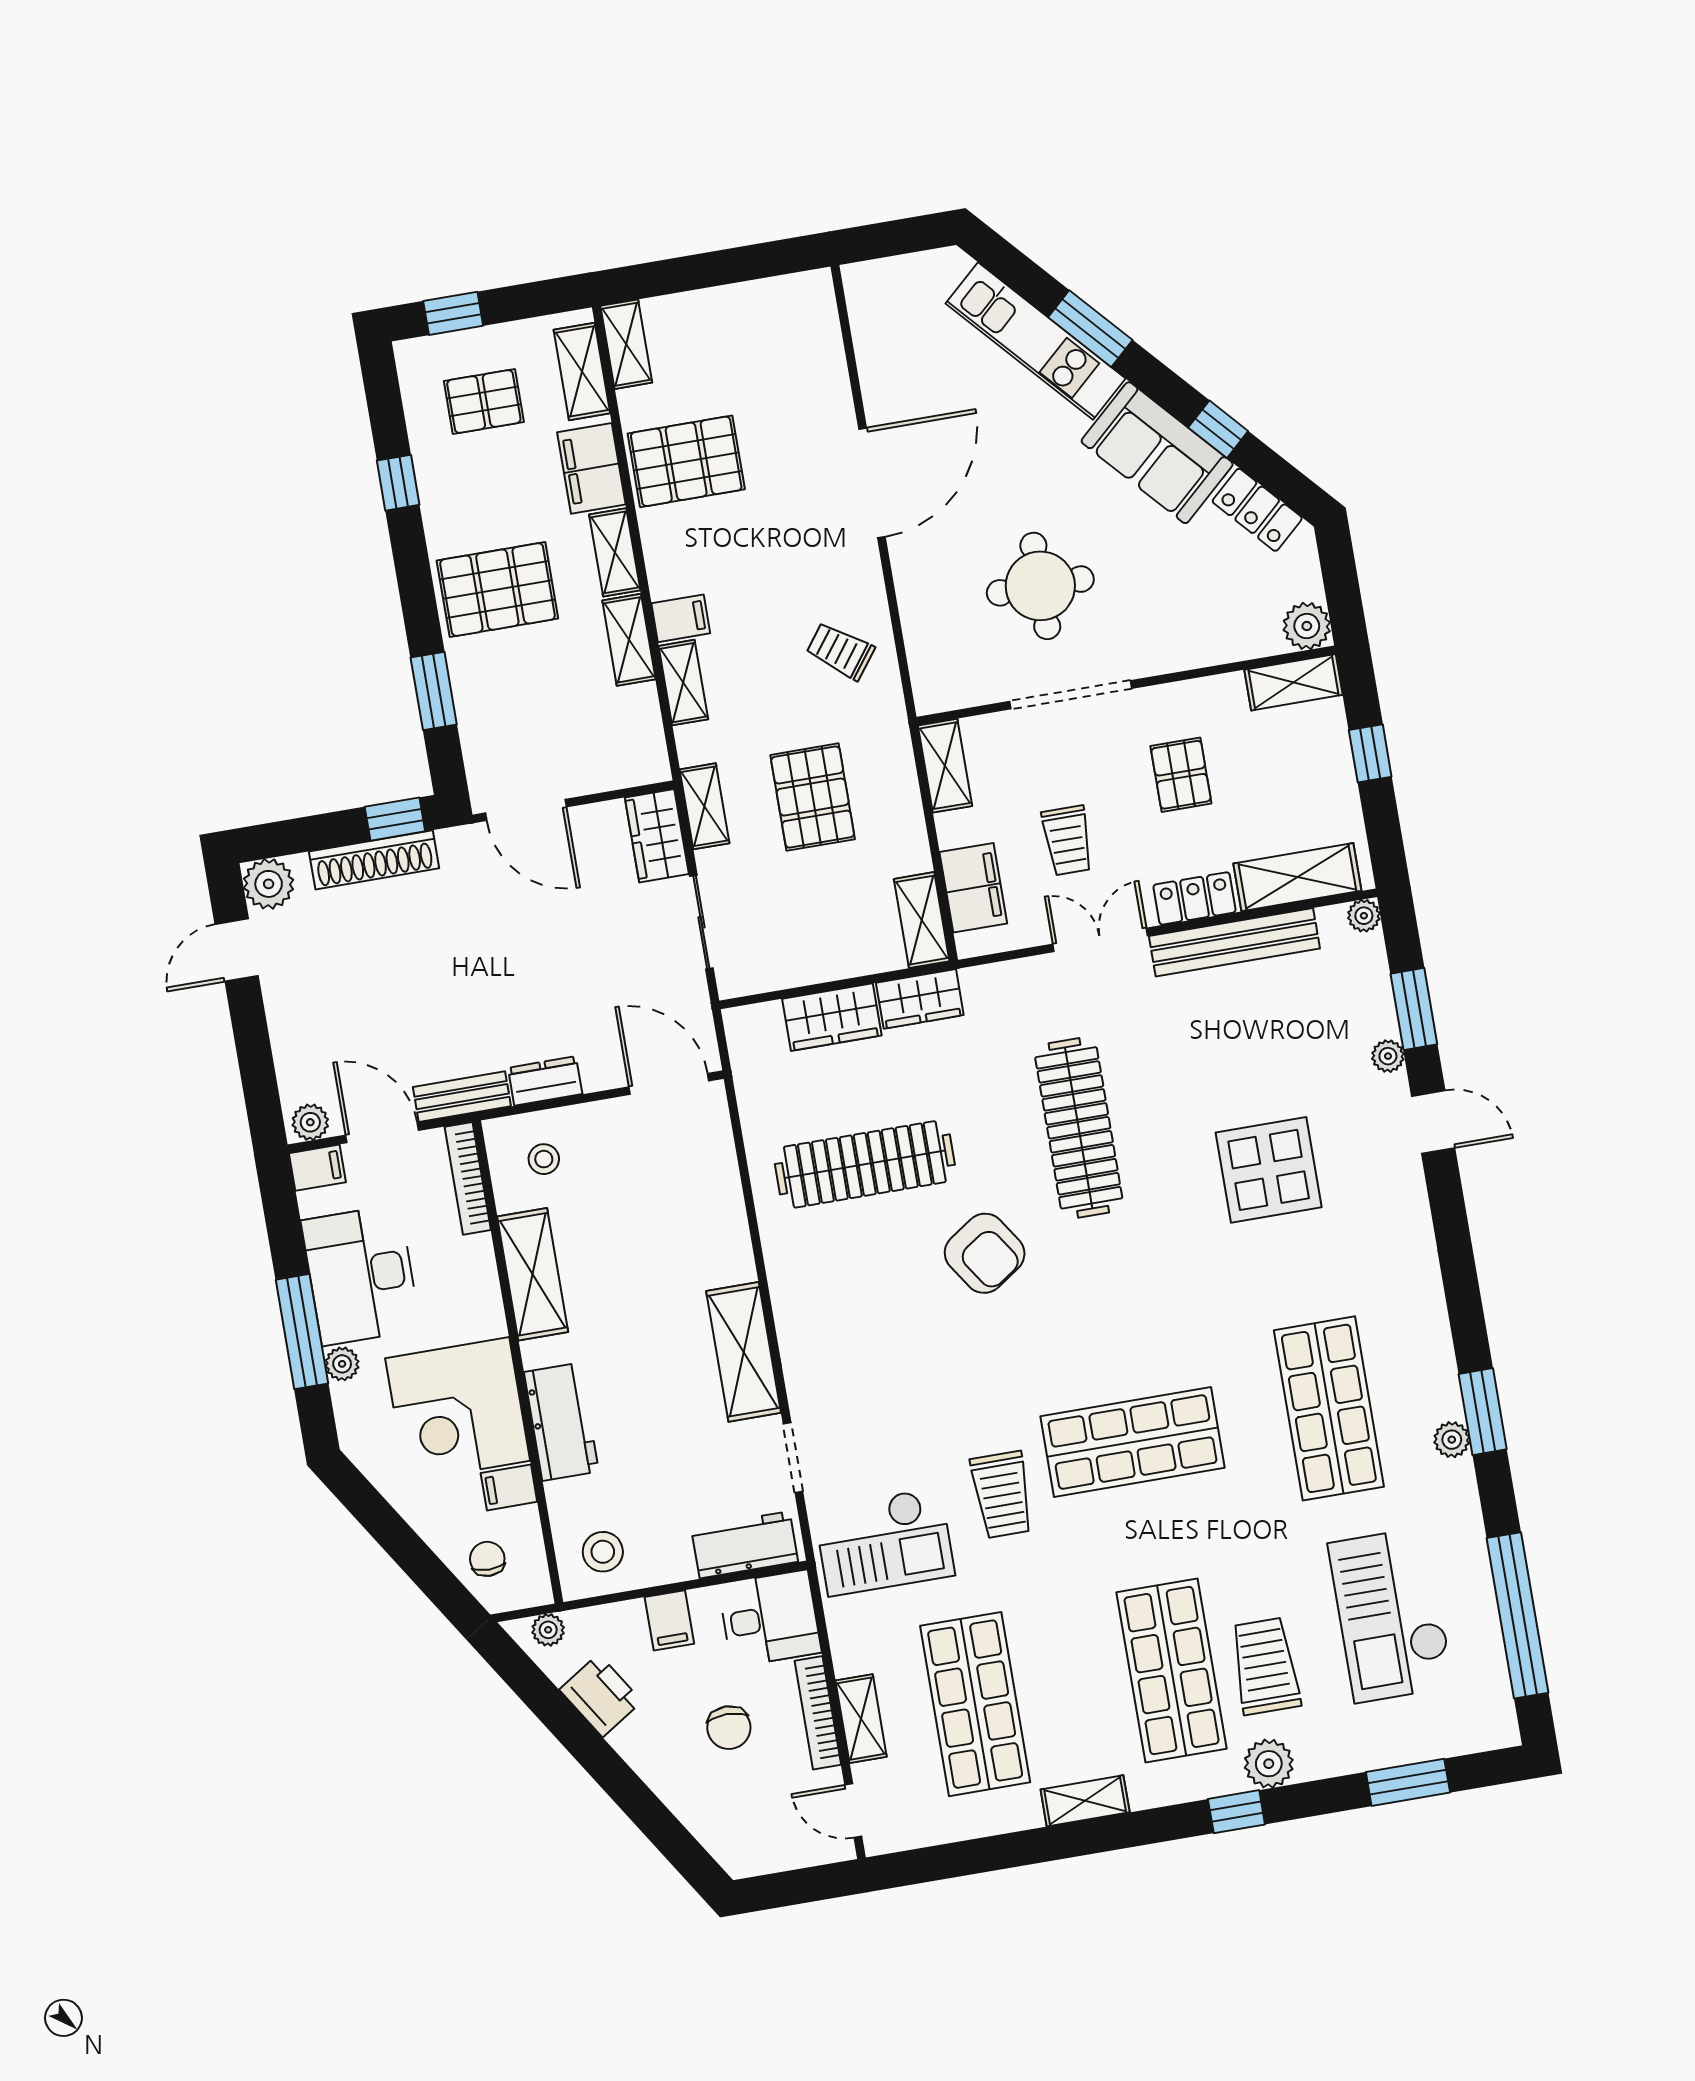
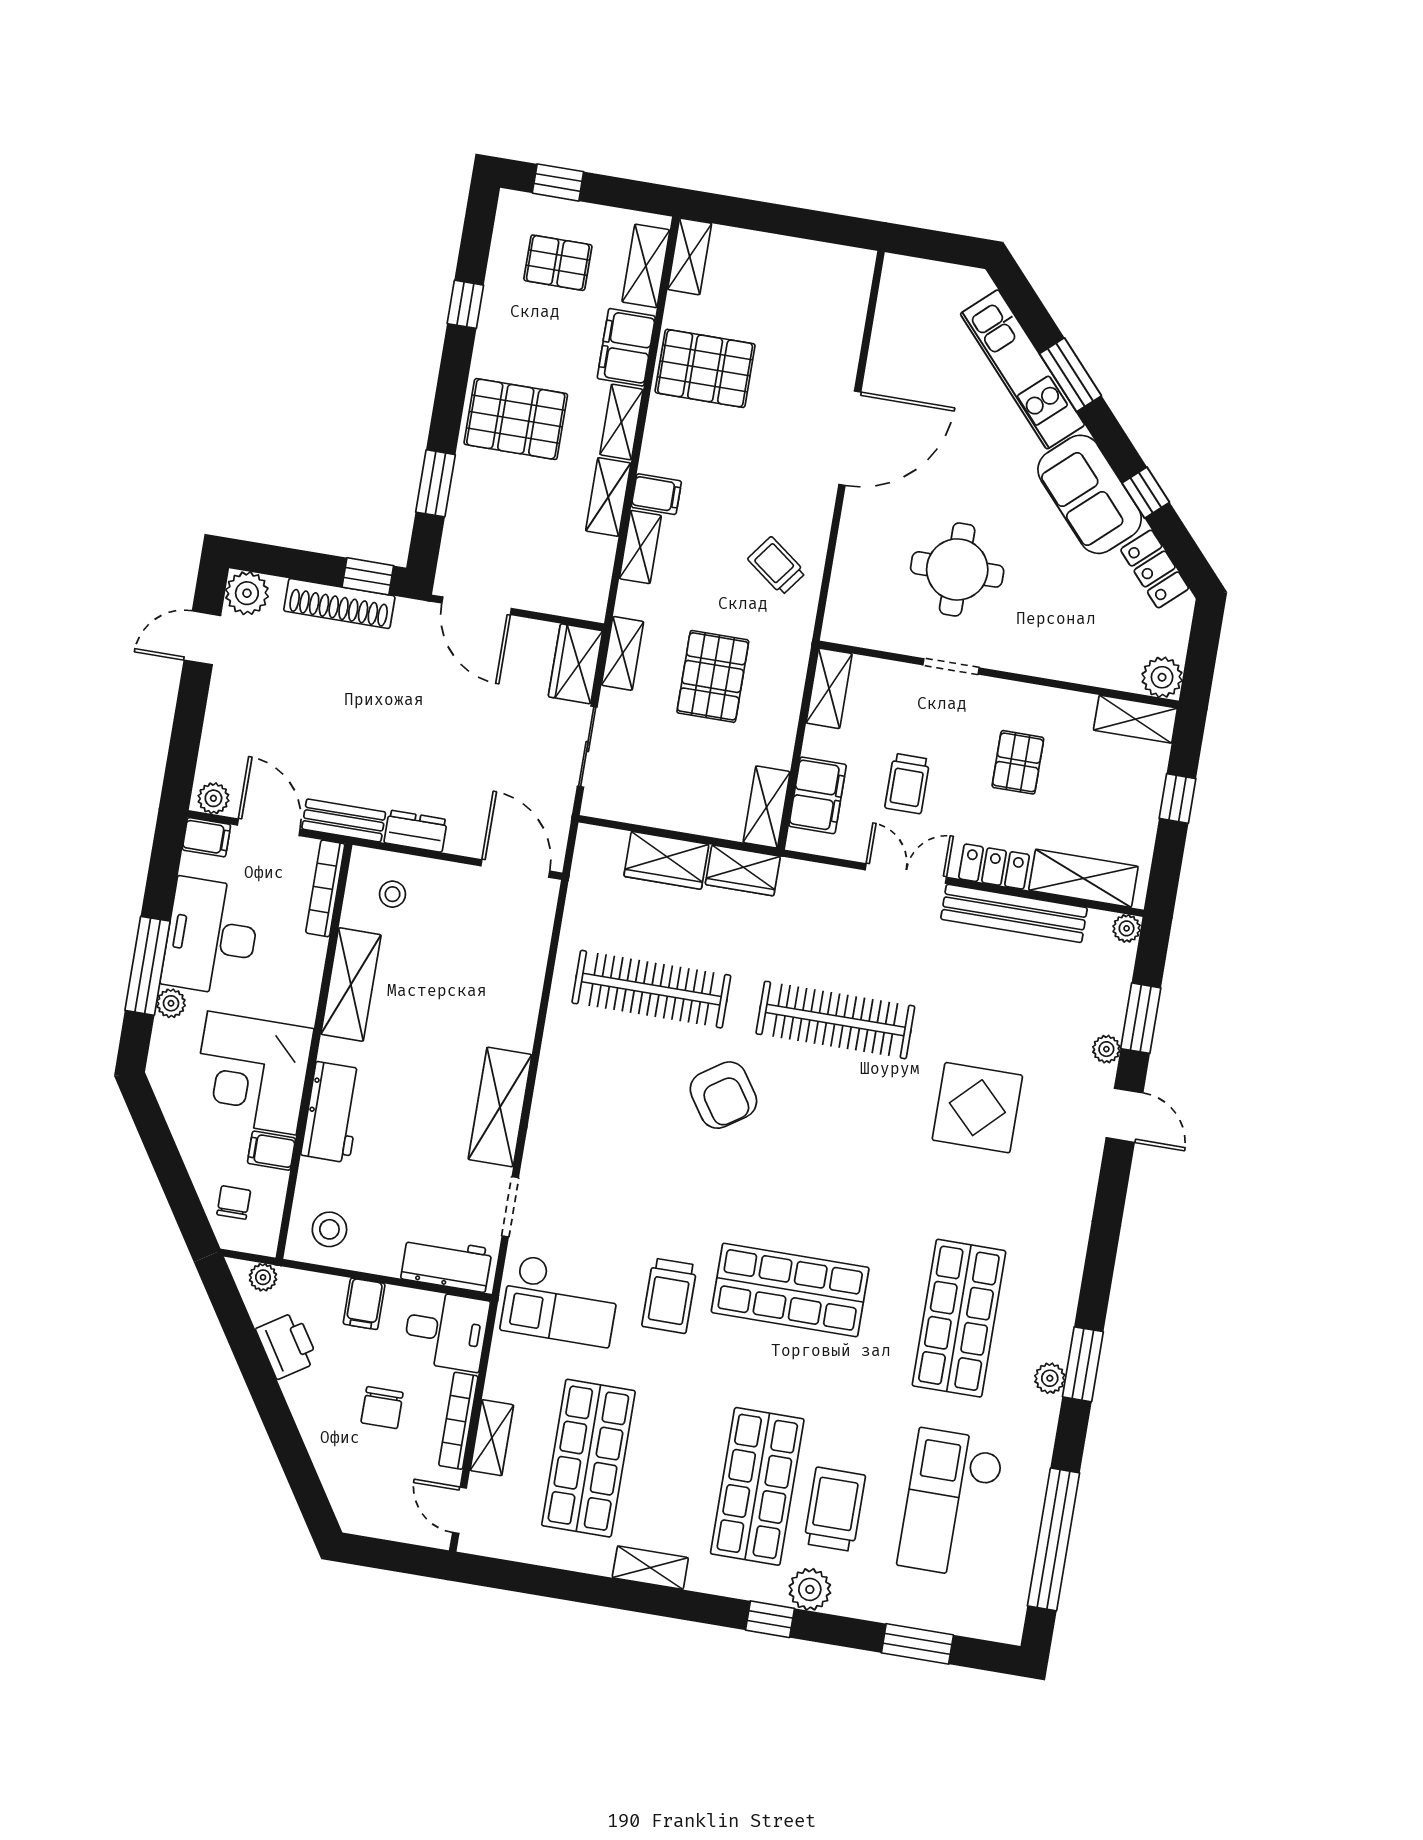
doorway: (1070, 695) -> (951, 666), width x0.53
clothes rail: (1079, 1128) -> (835, 1020), turned 90

